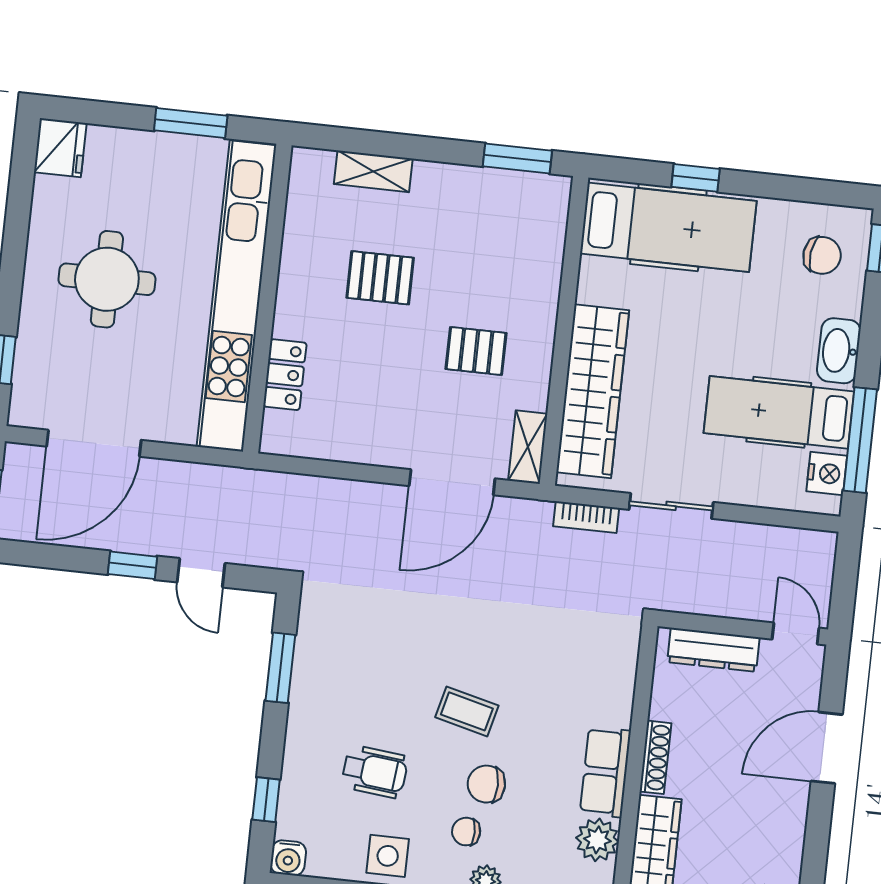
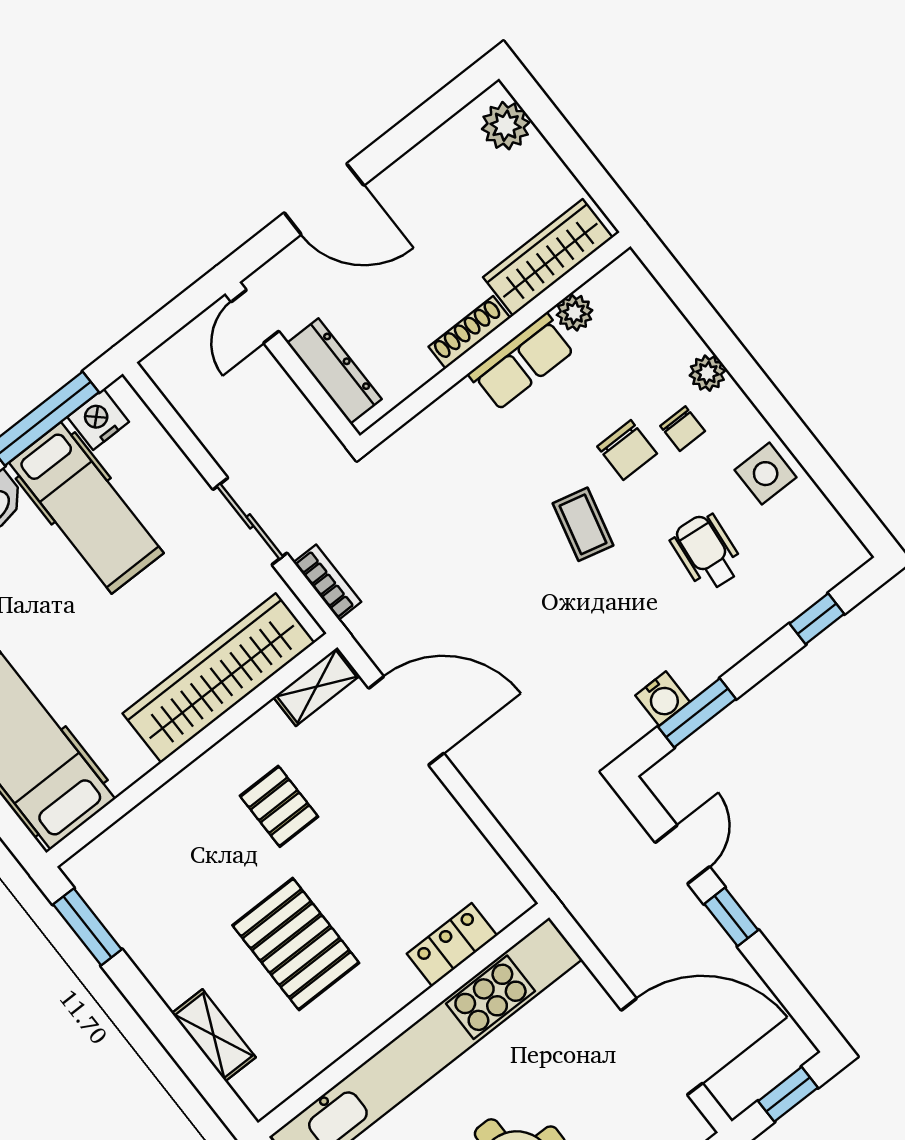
pallet: (380, 278) -> (296, 944), width x1.50, depth x1.42
plant: (597, 840) -> (574, 313), width x0.73, depth x0.73
water cooler: (288, 858) -> (662, 699), moved, turned 90

